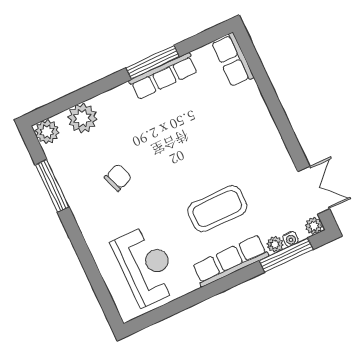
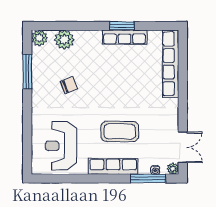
row of seats: (233, 60) -> (171, 64), width x2.02
window: (153, 62) -> (122, 26), width x0.69
plant: (275, 244) -> (144, 169), removed
reception desk: (146, 266) -> (61, 146), turned 180

